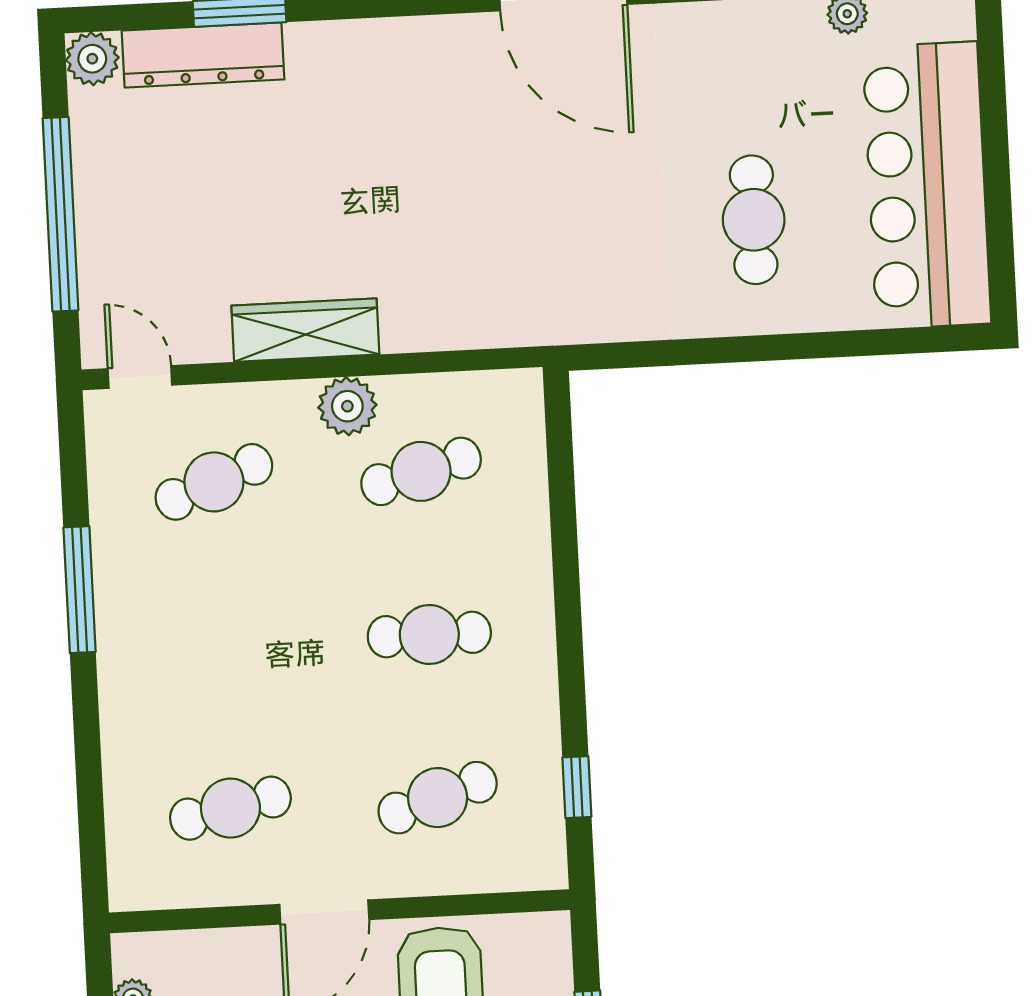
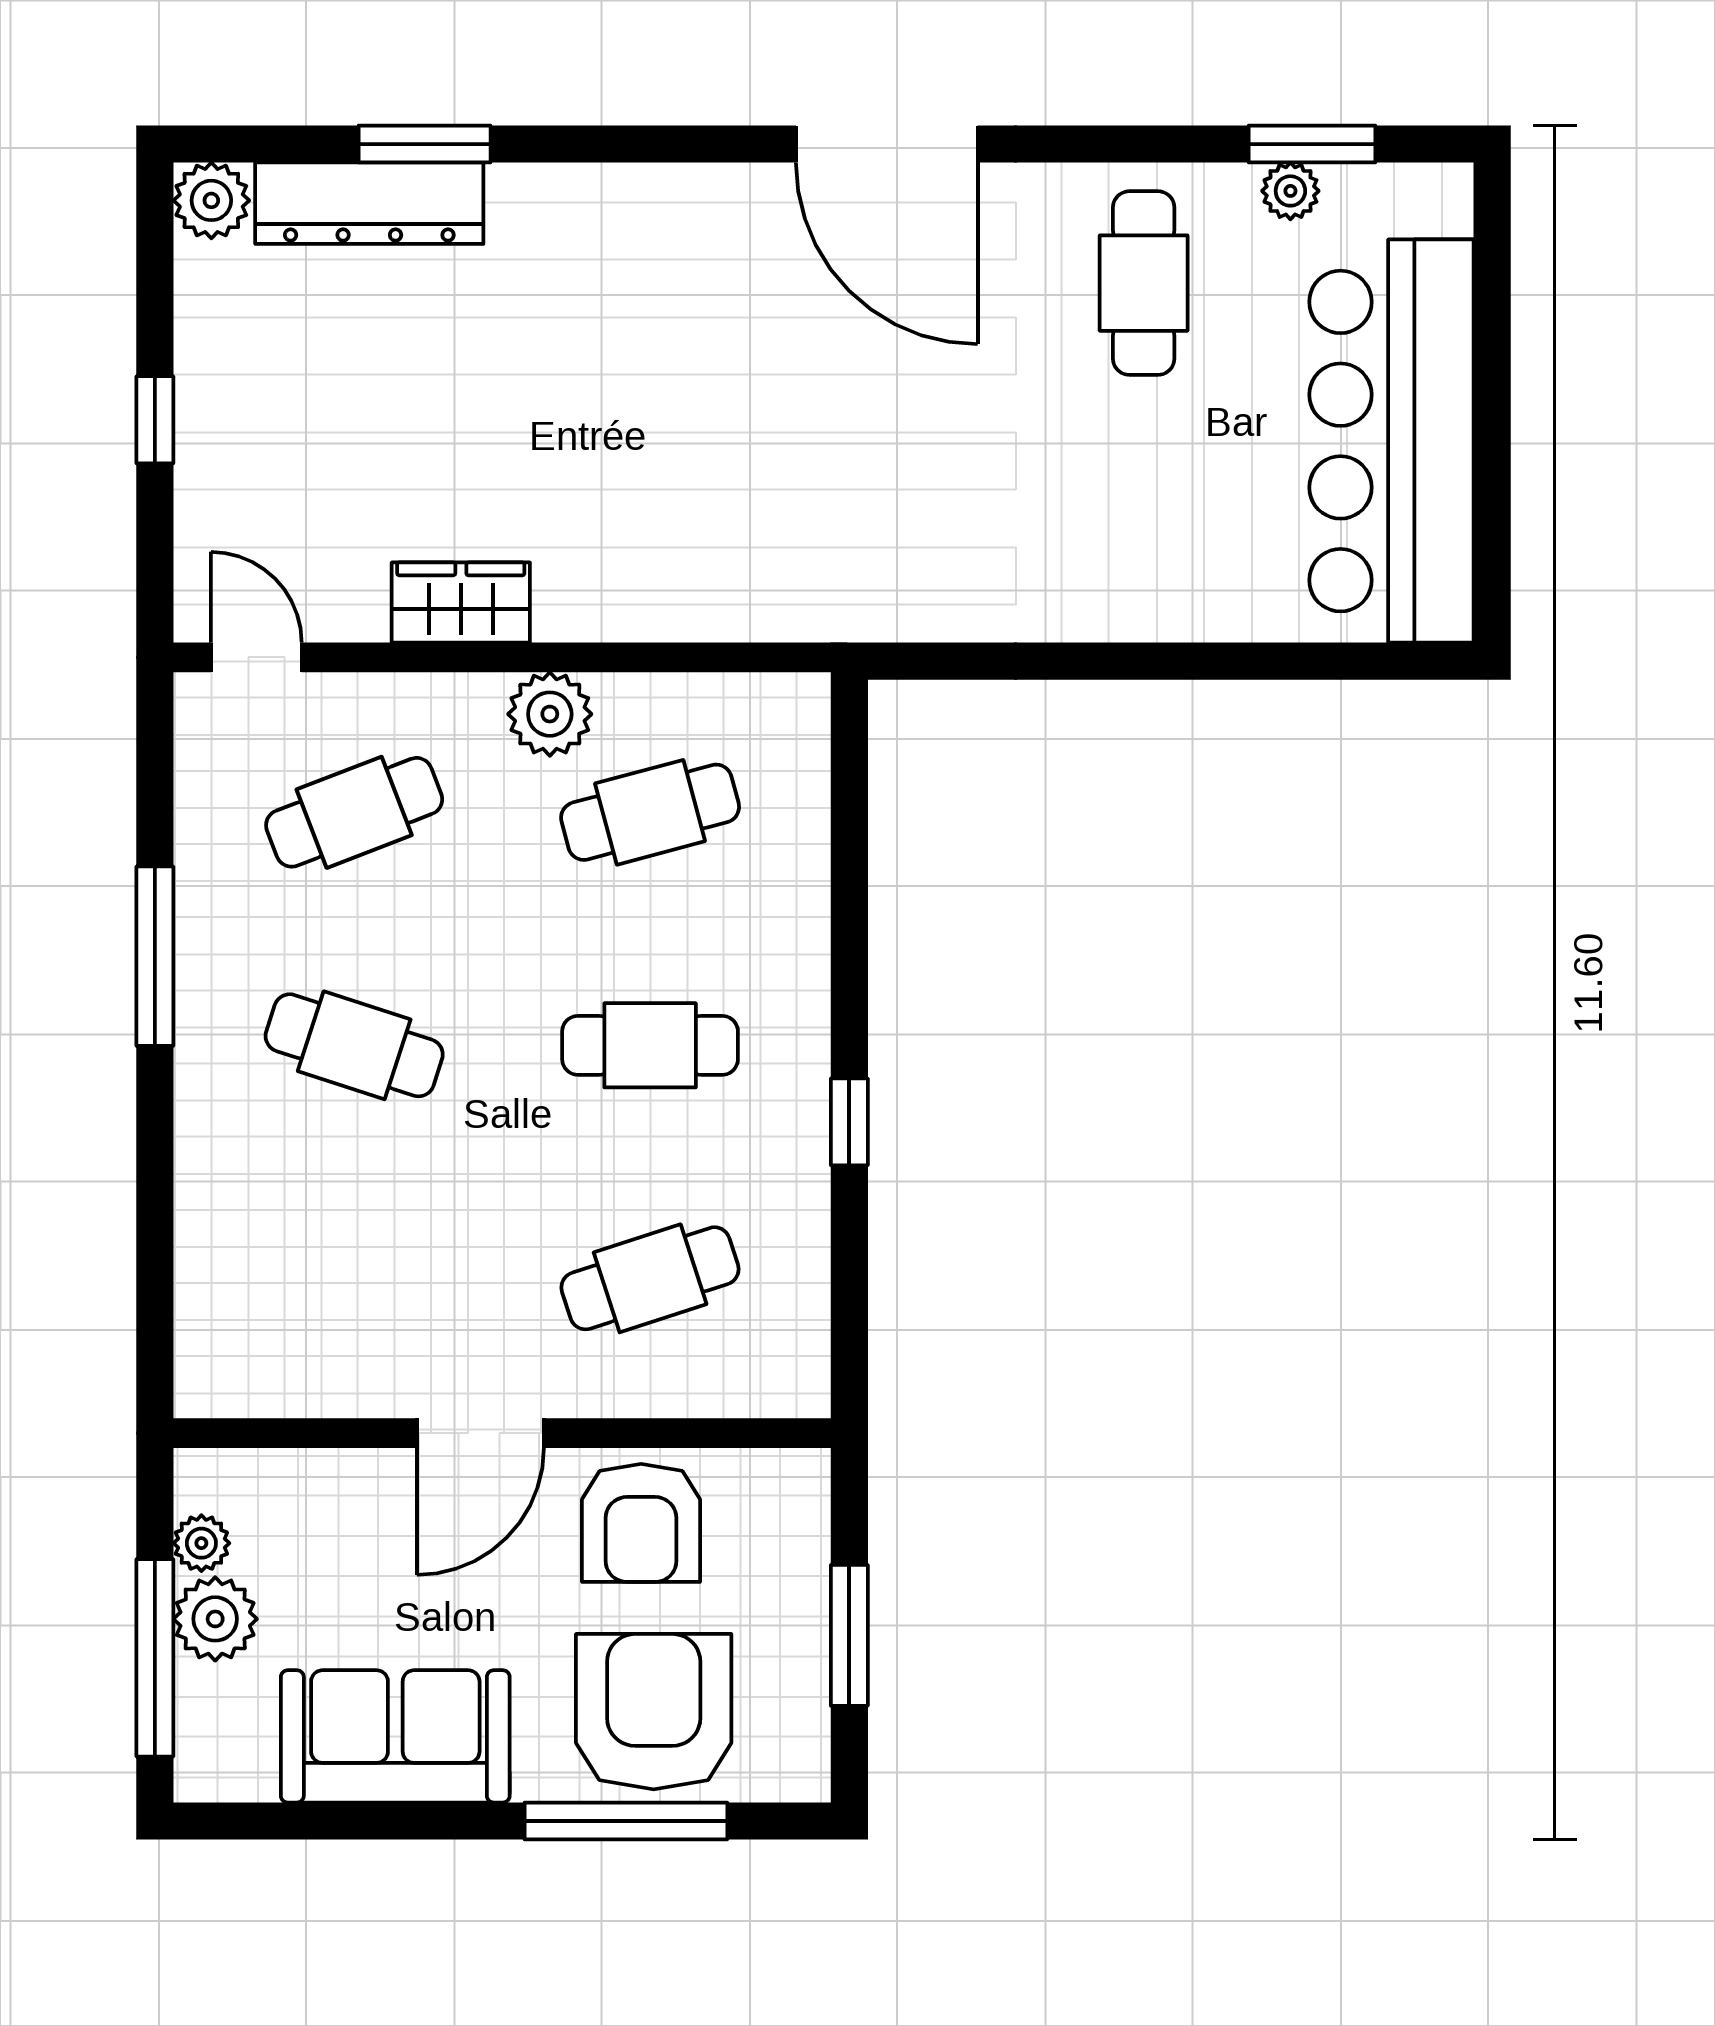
window: (61, 214) -> (155, 420), width x0.32
cafe table: (754, 220) -> (1144, 283), moved
wardrobe: (305, 330) -> (461, 603), width x0.67
window: (577, 787) -> (849, 1122), moved
cafe table: (230, 808) -> (354, 1045), moved, turned 30

